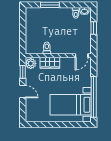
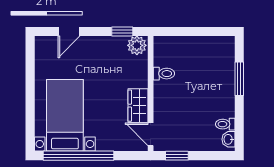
window: (94, 28) -> (177, 156), moved
wardrobe: (50, 63) -> (138, 106), moved
door: (23, 91) -> (69, 32), moved

